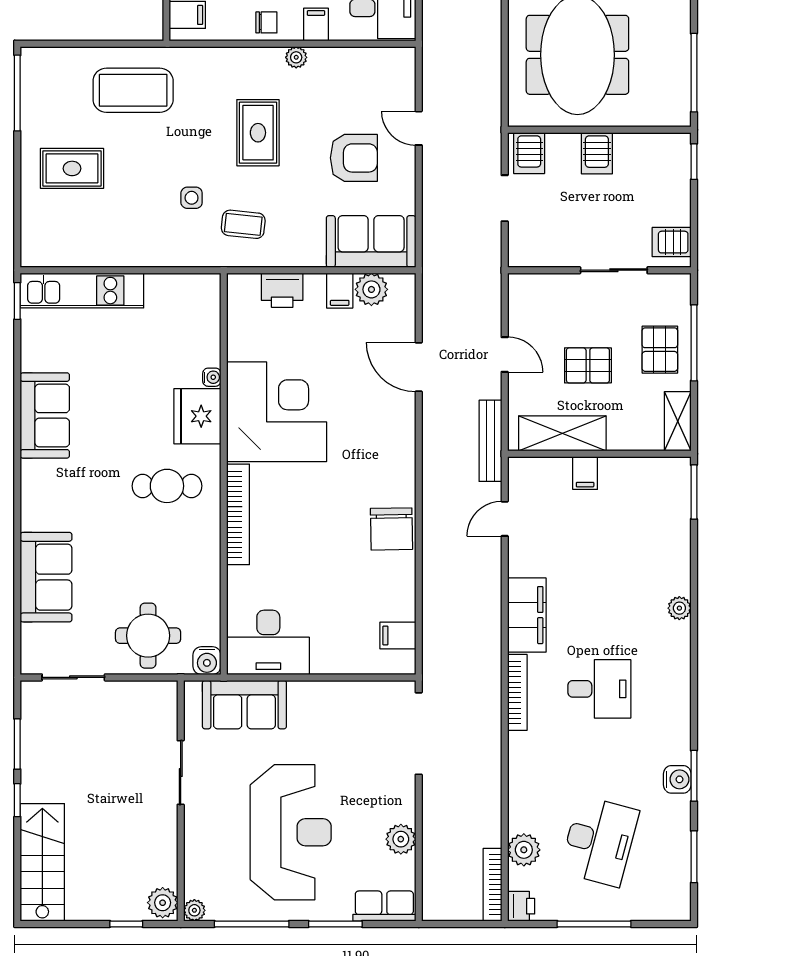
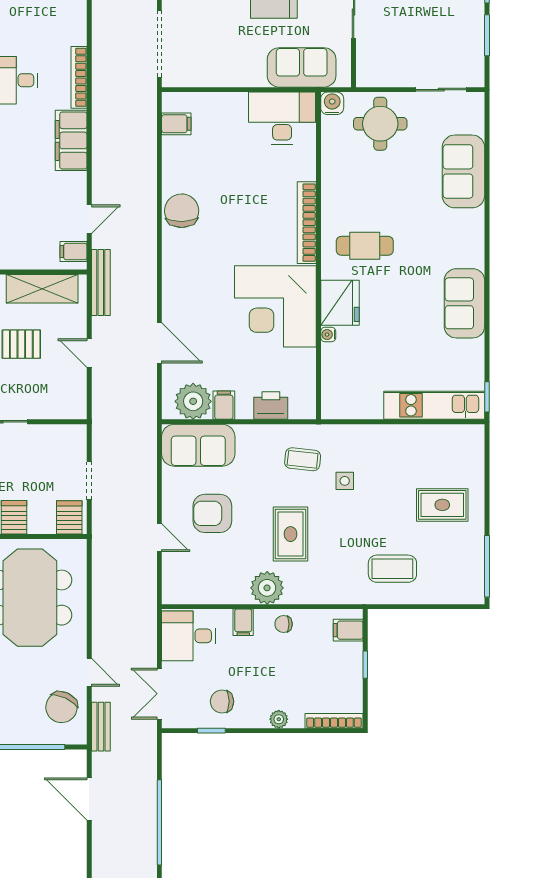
plant: (296, 57) -> (267, 588), width x1.88, depth x1.88
coffee table: (133, 90) -> (392, 569), width x0.73, depth x0.76
plant: (371, 289) -> (193, 401), width x1.36, depth x1.36
filing cabinet: (585, 473) -> (73, 251), moved, turned -90

